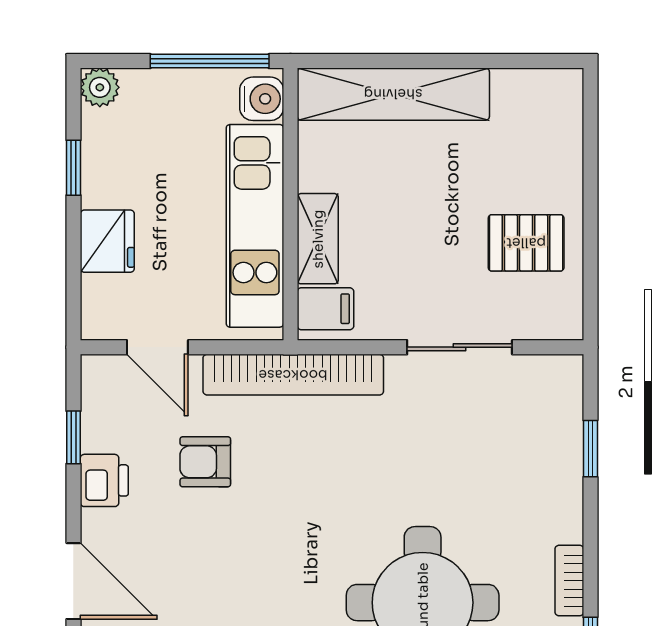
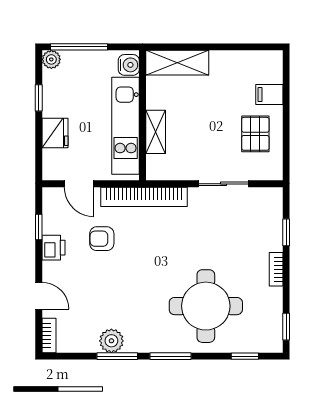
window: (210, 61) -> (79, 47), moved
shelving: (393, 94) -> (177, 63), width x0.68
pallet: (526, 243) -> (255, 134), turned 90
filing cabinet: (325, 309) -> (269, 95), moved, turned 180
door: (73, 581) -> (39, 296), width x0.73
bookcase: (569, 581) -> (276, 269), moved

